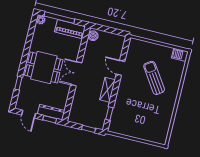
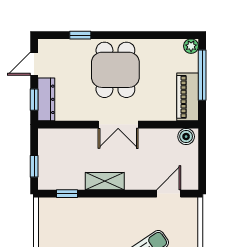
door: (121, 68) -> (169, 194), moved
double door: (76, 74) -> (118, 125), swing flipped

